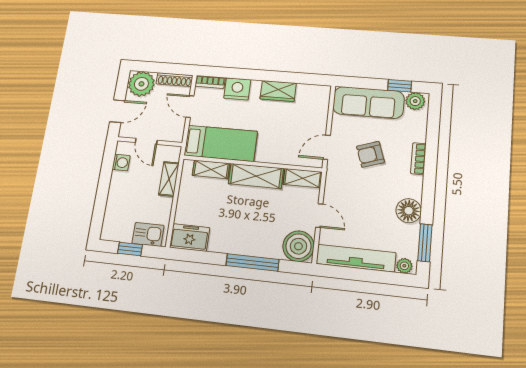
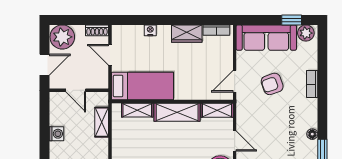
shoe rack: (174, 80) -> (97, 30), width x0.70
bookcase: (210, 82) -> (216, 30), moved
nightstand: (237, 89) -> (150, 30), width x0.53, depth x0.56
washing machine: (121, 162) -> (56, 134), moved
floor lamp: (409, 211) -> (312, 134), width x0.53, depth x0.53

